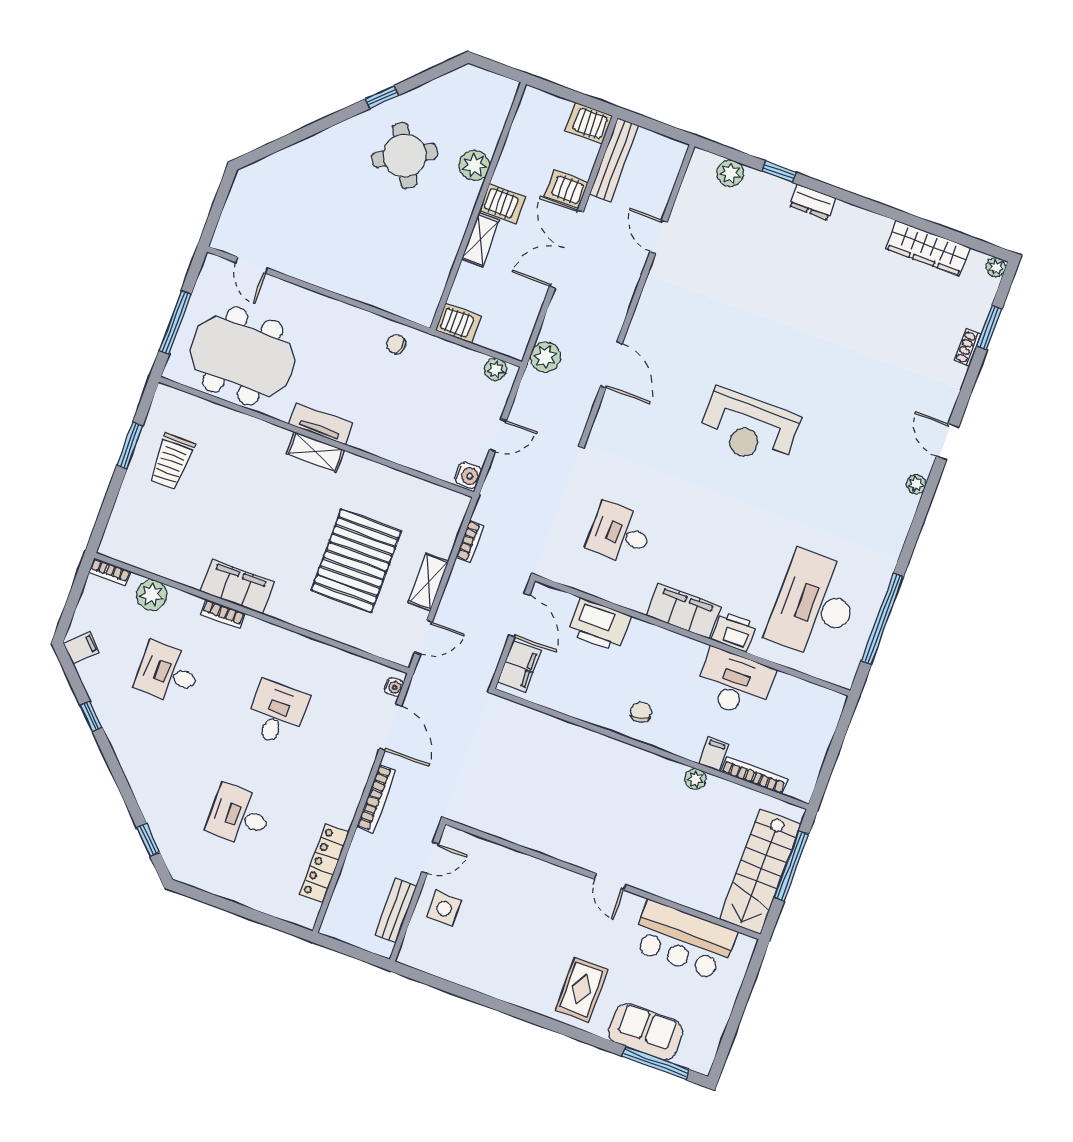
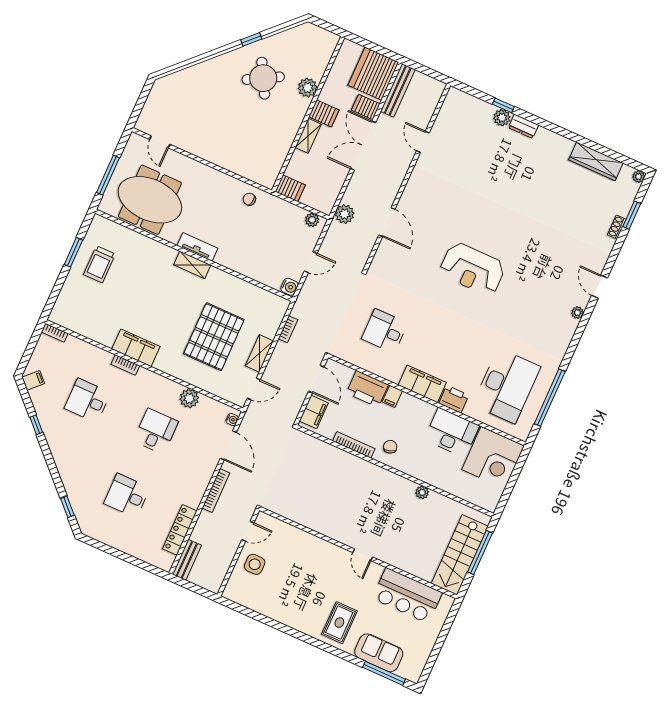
server rack: (589, 123) -> (373, 74), width x2.18, depth x1.44
plant: (730, 173) -> (502, 118), moved
plant: (152, 595) -> (189, 398), moved
desk: (814, 605) -> (507, 386), turned 180
corner desk: (801, 718) -> (493, 458), added
filing cabinet: (714, 754) -> (392, 396), moved, turned 180
bookcase: (754, 775) -> (354, 445), moved
bench: (396, 911) -> (187, 560), moved

